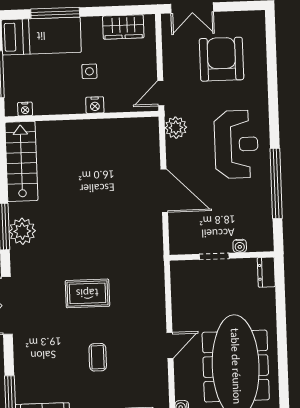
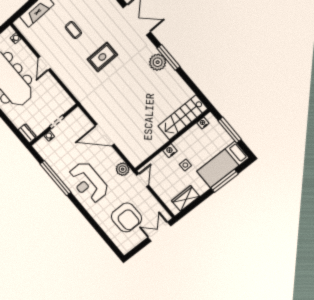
stairs: (21, 161) -> (183, 117), moved, turned 90

